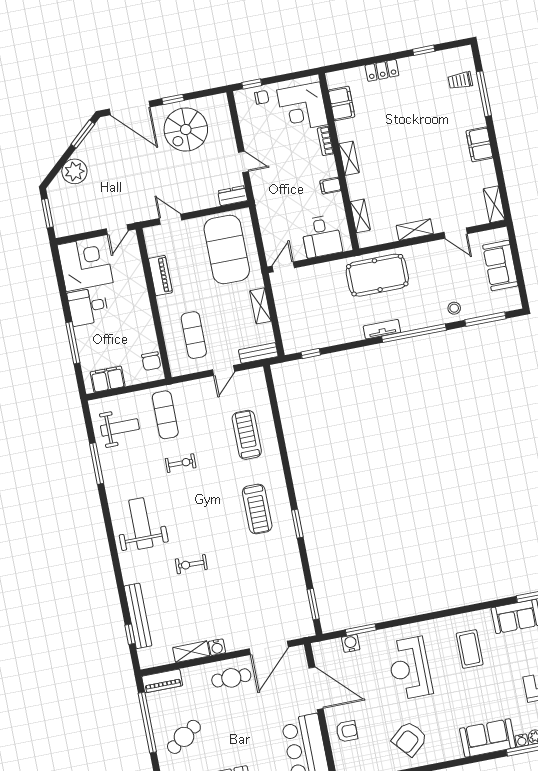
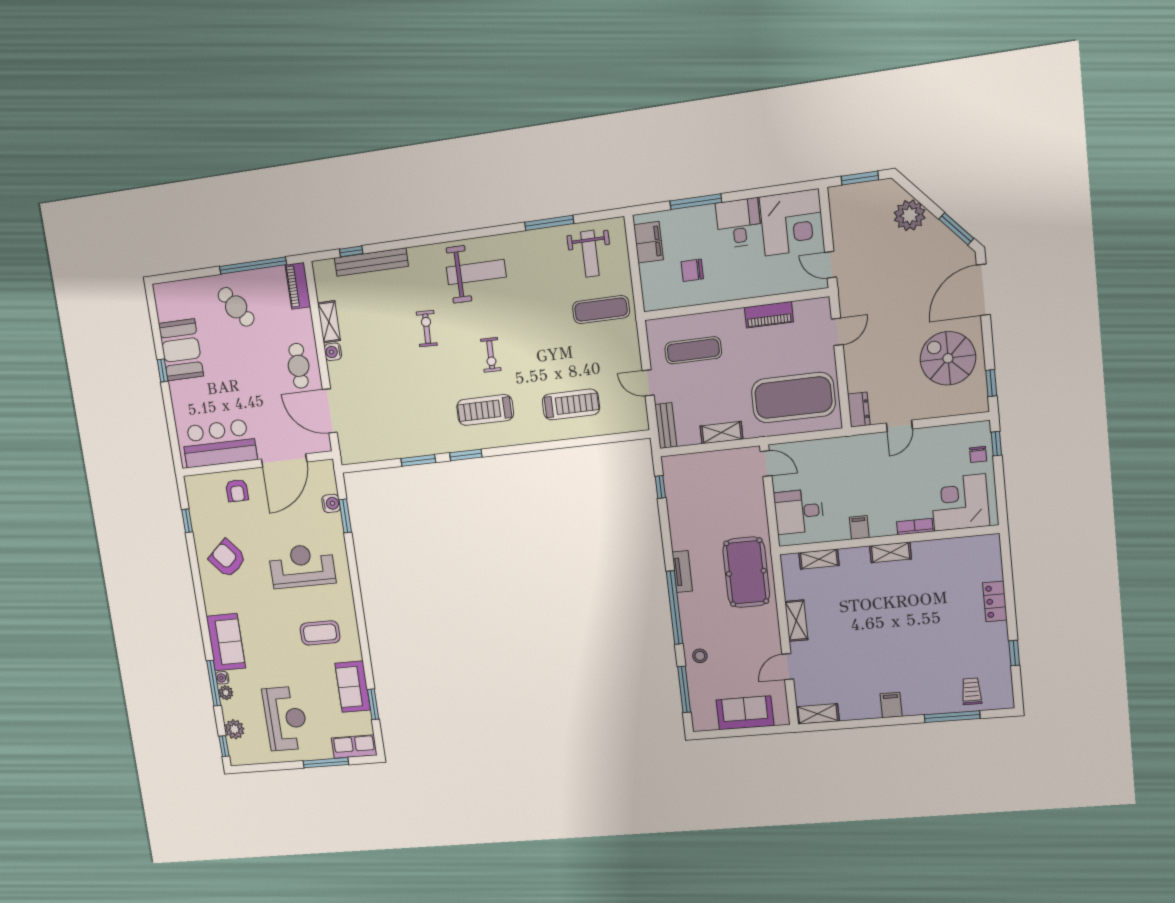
window: (173, 99) -> (991, 383), moved
filing cabinet: (342, 103) -> (959, 550), removed
filing cabinet: (479, 144) -> (891, 705), width x0.50
chair: (151, 361) -> (692, 270), moved
exercise bike: (181, 463) -> (491, 355), moved
window: (313, 604) -> (418, 460), moved

